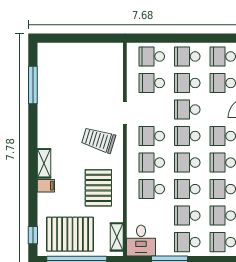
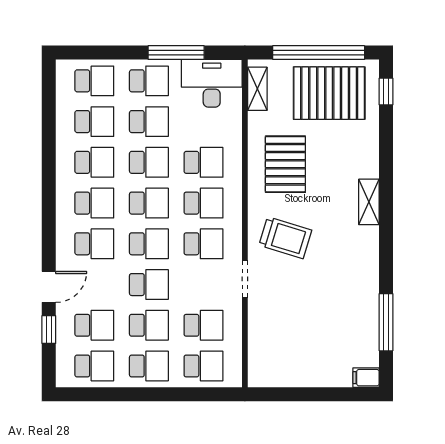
filing cabinet: (46, 186) -> (366, 378), moved
desk: (141, 241) -> (212, 83), width x1.37

